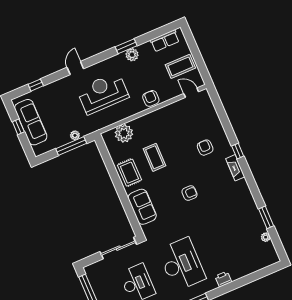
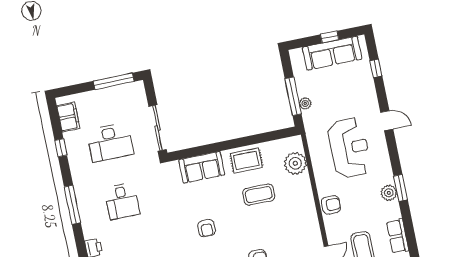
desk: (182, 264) -> (122, 201), width x0.53, depth x0.77

